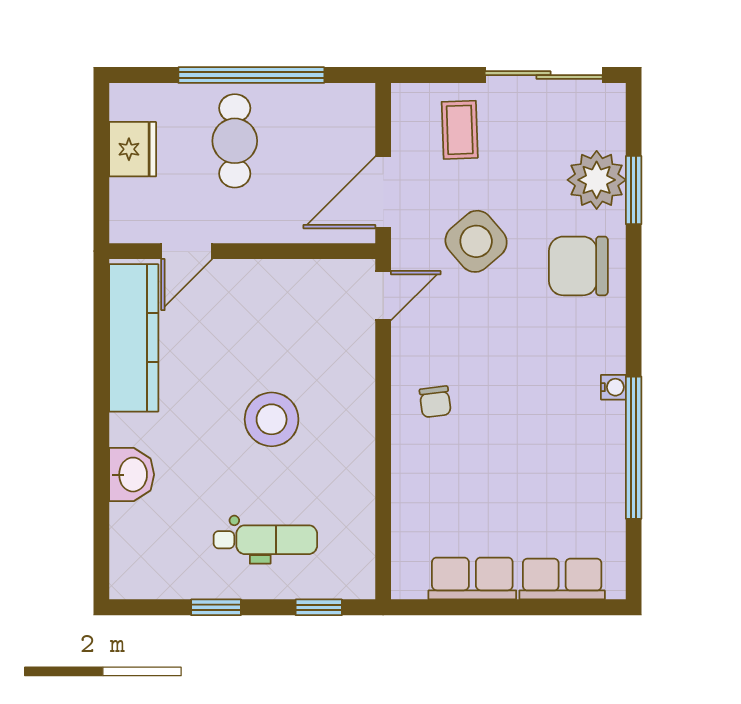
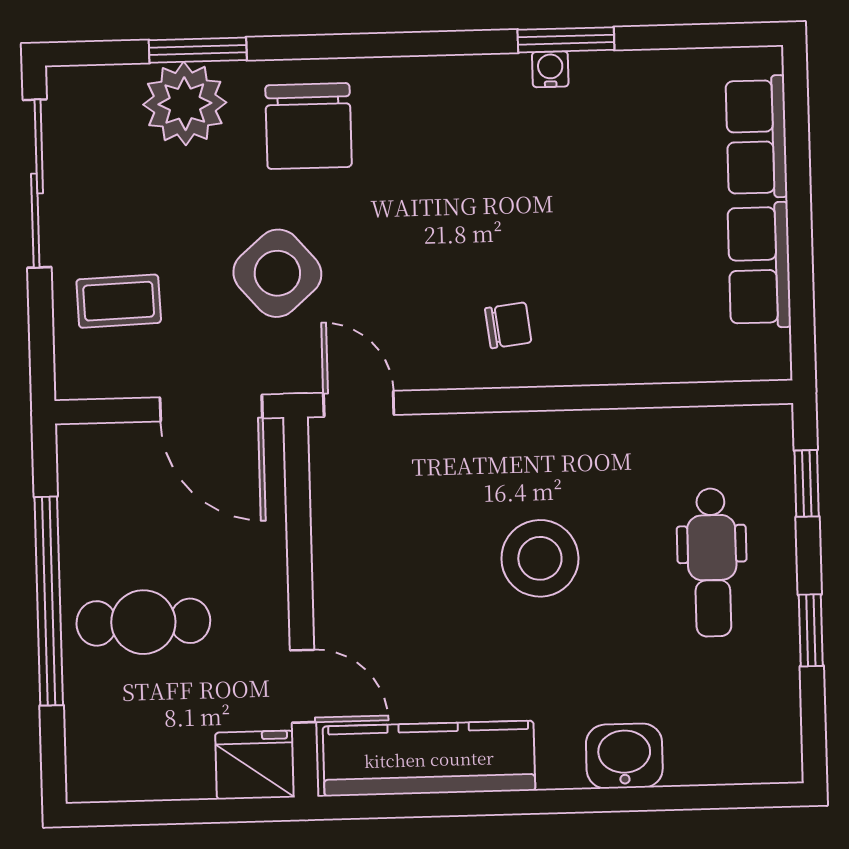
fridge: (133, 149) -> (255, 765), moved
water cooler: (613, 387) -> (550, 69), moved
window: (634, 448) -> (566, 40), width x0.47
dental chair: (265, 540) -> (712, 562), turned 180

